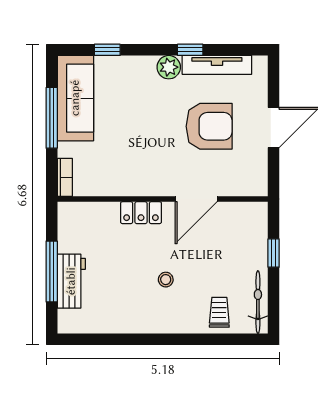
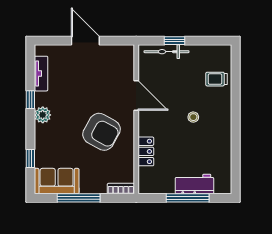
tv unit: (217, 65) -> (41, 74), width x0.71
sofa: (75, 98) -> (57, 181), width x0.73
armchair: (209, 126) -> (102, 132), moved, turned 119
locker: (141, 213) -> (146, 151), moved
bicycle: (258, 302) -> (166, 52), moved

